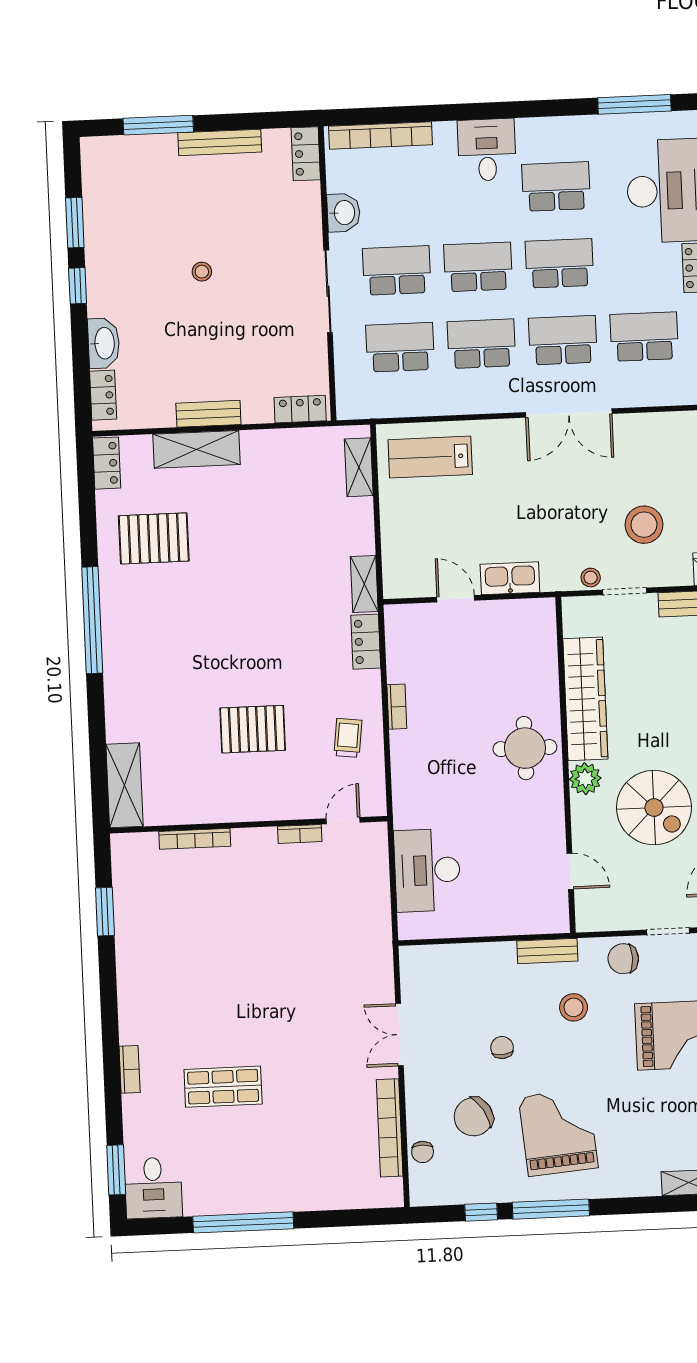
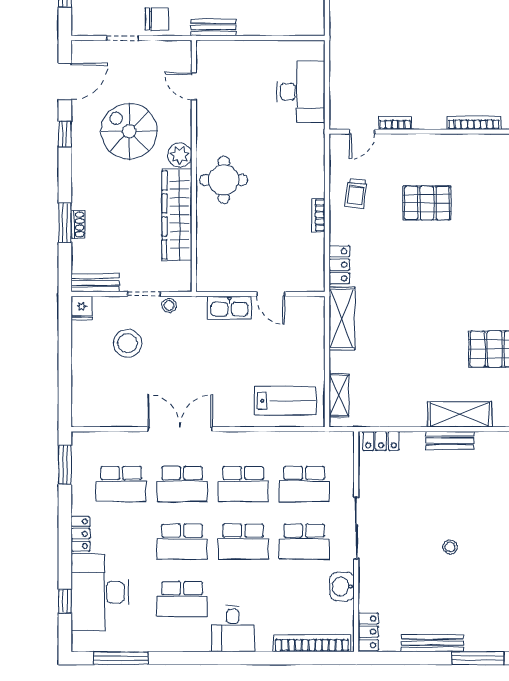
shelving: (364, 584) -> (342, 318), width x1.50, depth x1.33

